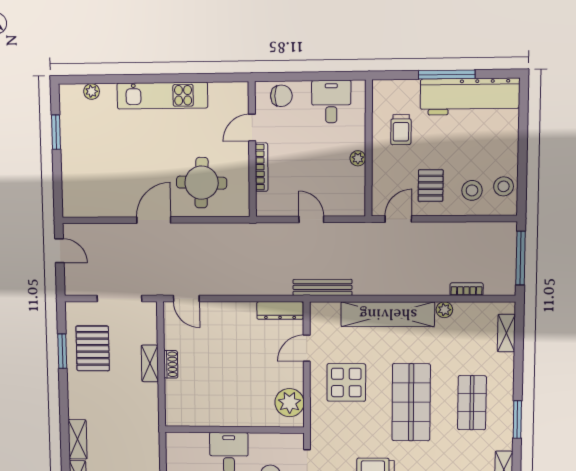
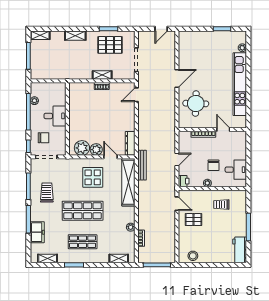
kitchen unit: (162, 96) -> (240, 84), width x1.36
chair: (281, 96) -> (213, 165), moved
workbench: (470, 97) -> (240, 250), width x0.53, depth x0.76
stool: (472, 190) -> (191, 240), removed
printer: (354, 206) -> (184, 181), added
door: (154, 220) -> (177, 78), hinge flipped
shelving: (388, 314) -> (128, 182), moved
plant: (292, 376) -> (96, 150), added
shelving: (78, 439) -> (75, 36), moved

